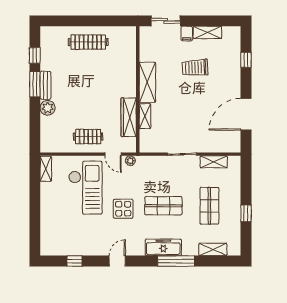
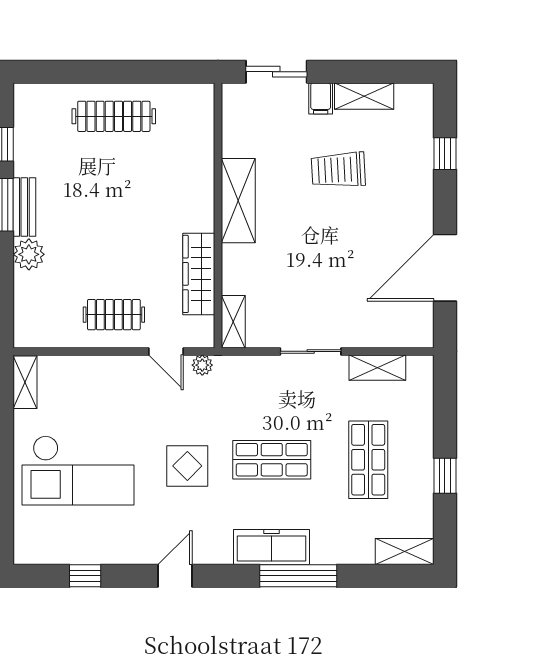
shelving: (145, 116) -> (233, 322), moved
checkout: (85, 188) -> (78, 470), moved, turned 90
shelving: (213, 249) -> (405, 551), moved

